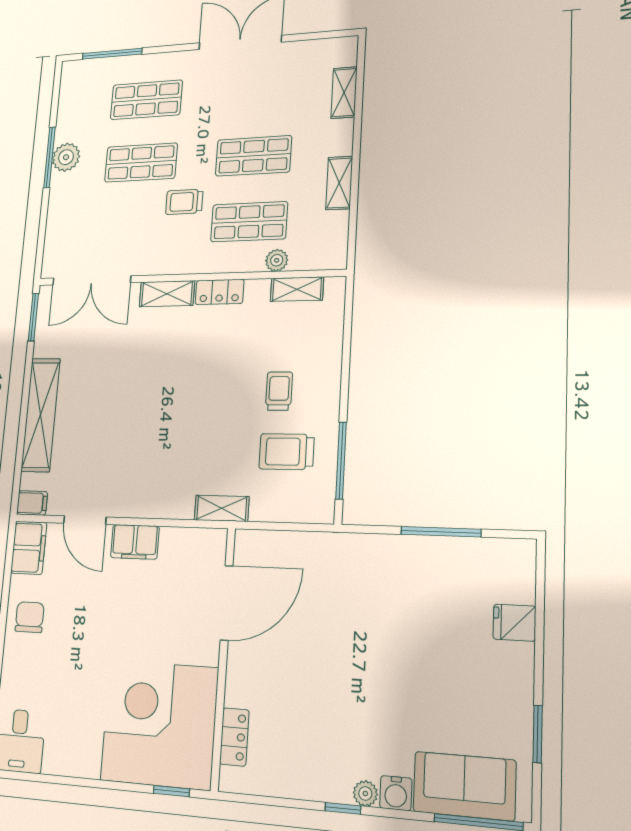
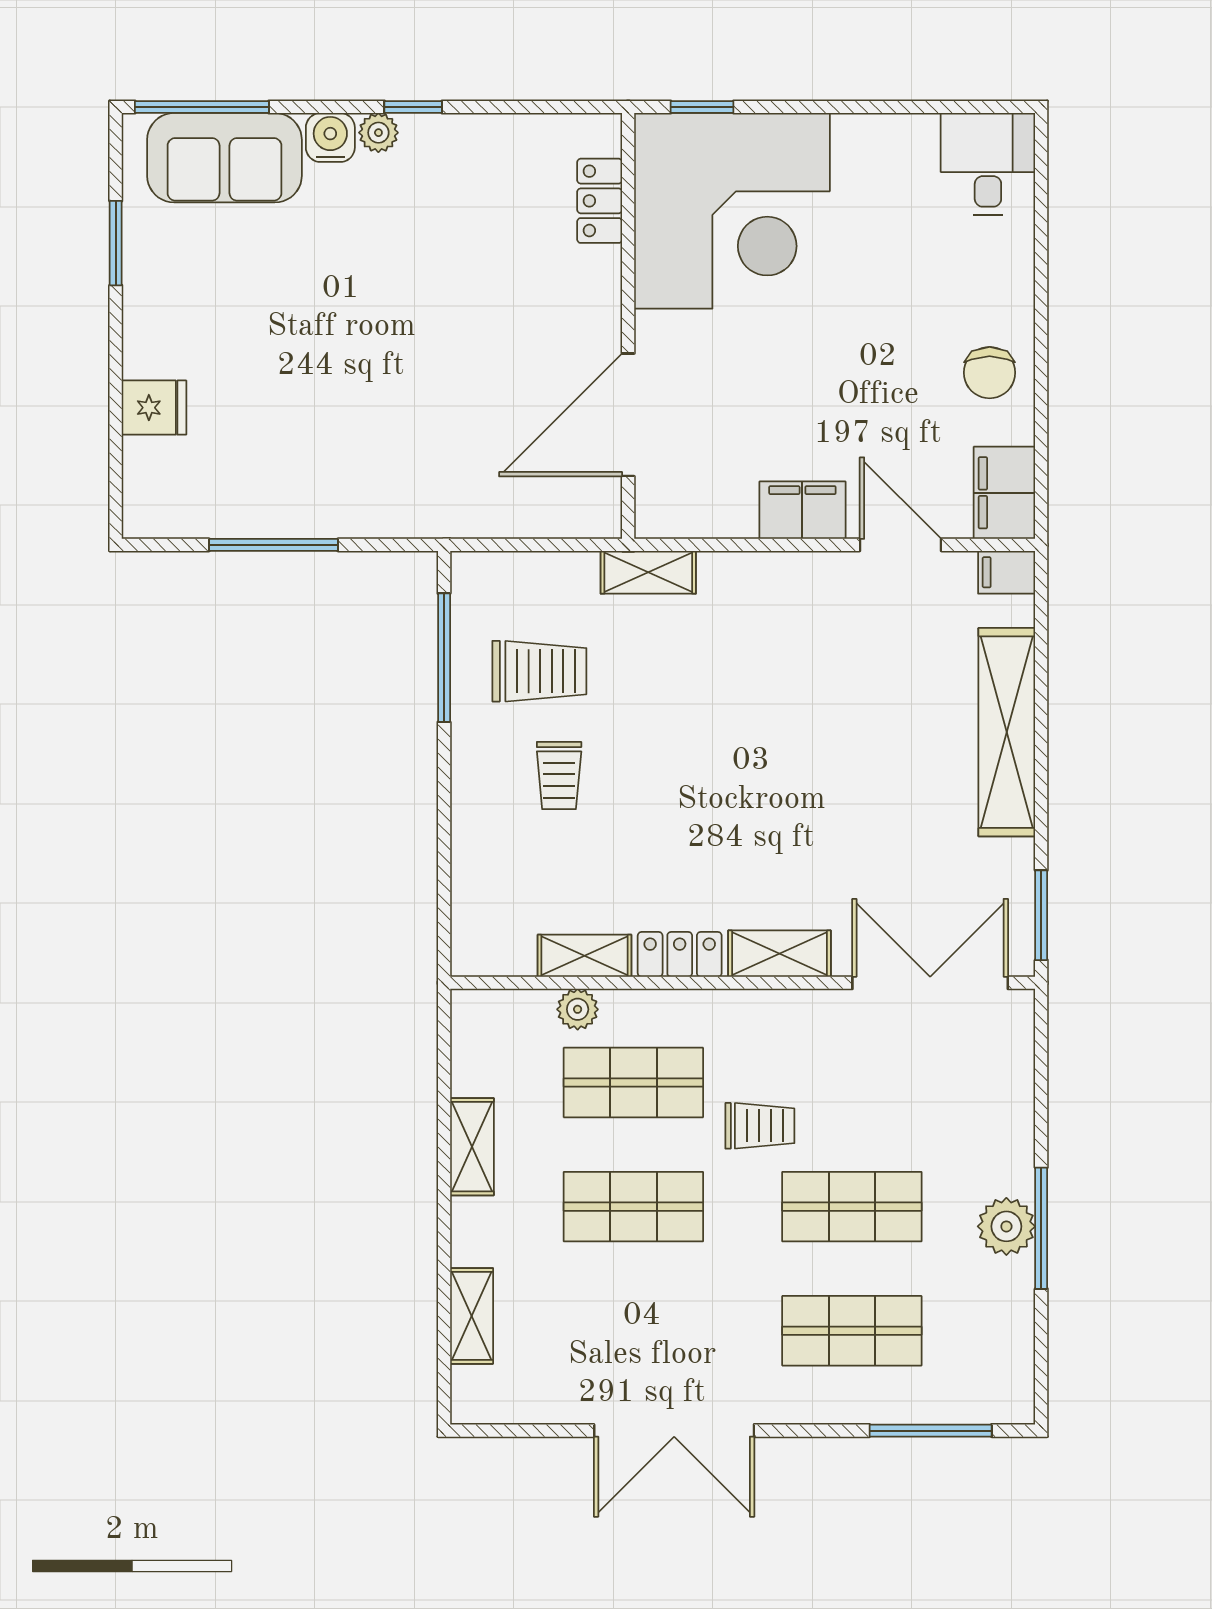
shelving: (297, 289) -> (585, 956), moved

